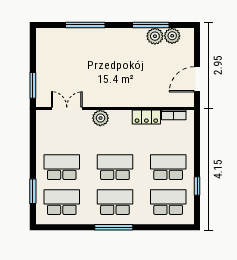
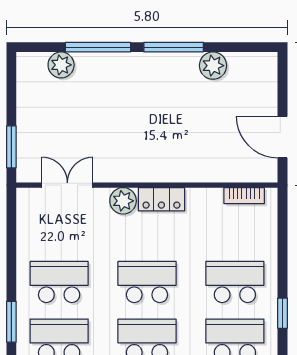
window: (151, 25) -> (174, 47), moved
plant: (172, 36) -> (61, 65), moved
door: (197, 79) -> (283, 137), hinge flipped
locker: (146, 117) -> (161, 199), moved

